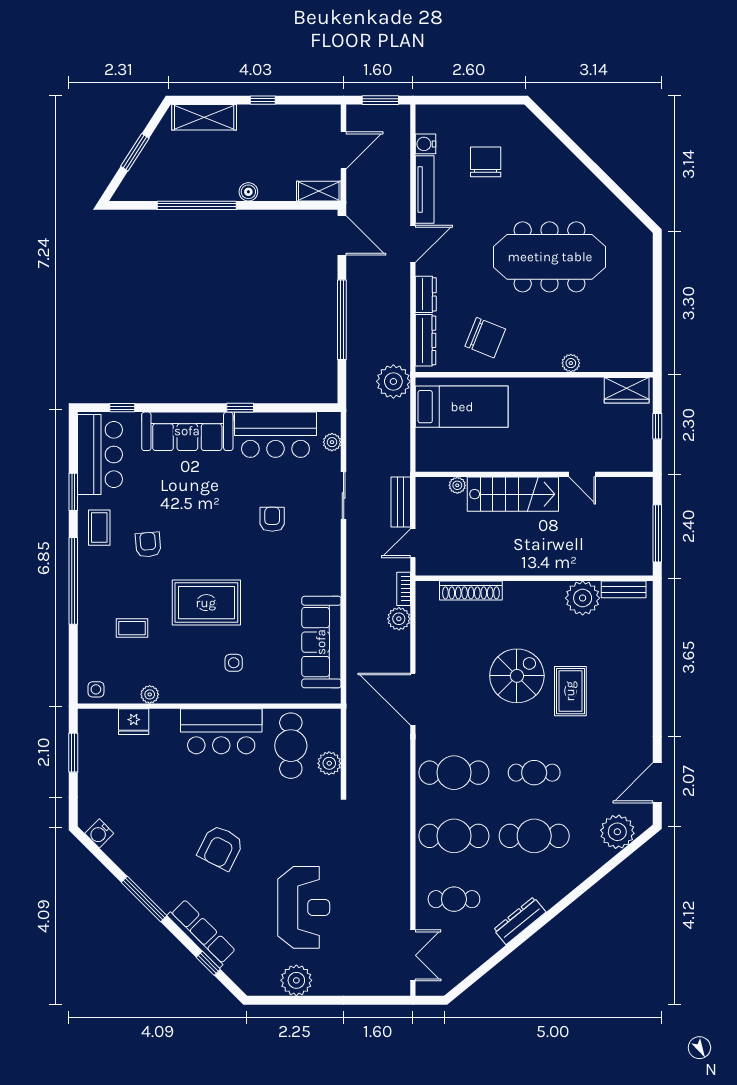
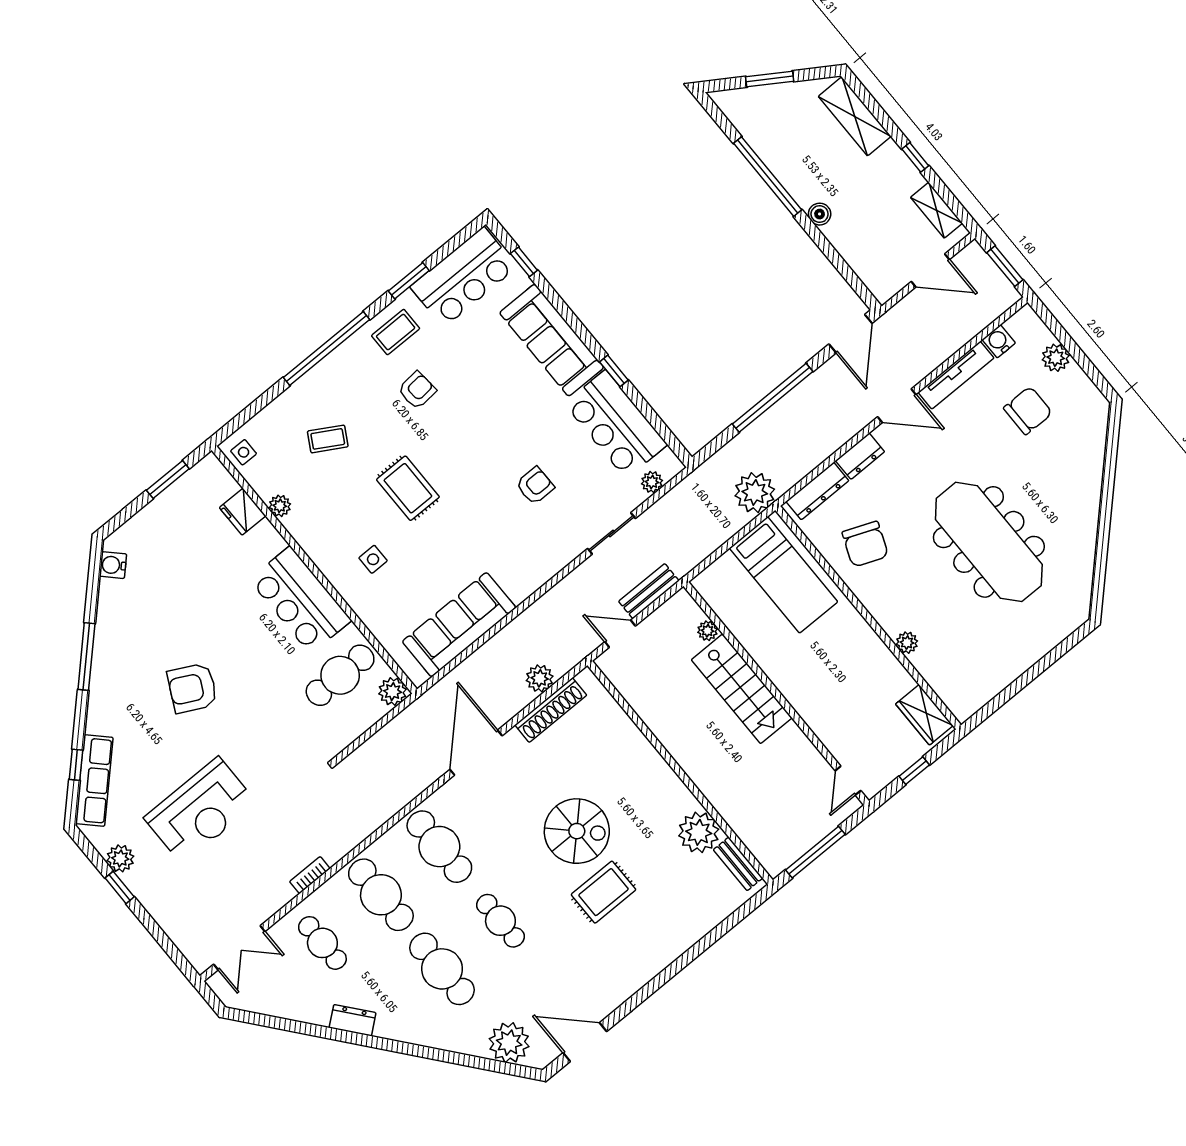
plant: (466, 116) -> (1056, 358), added
shelving: (319, 191) -> (937, 210), moved
door: (582, 474) -> (848, 781), moved
bookcase: (404, 589) -> (310, 875), moved
shoe rack: (471, 591) -> (551, 710), moved, turned -90
rug: (206, 603) -> (408, 488), width x0.73, depth x0.70
coffee table: (132, 628) -> (328, 439), turned -60
plant: (329, 763) -> (393, 692), moved
dresser: (520, 921) -> (353, 1020), width x0.70
row of seats: (202, 933) -> (94, 780), moved
plant: (296, 980) -> (120, 858), width x0.73, depth x0.73
window: (311, 1000) -> (120, 887), added

